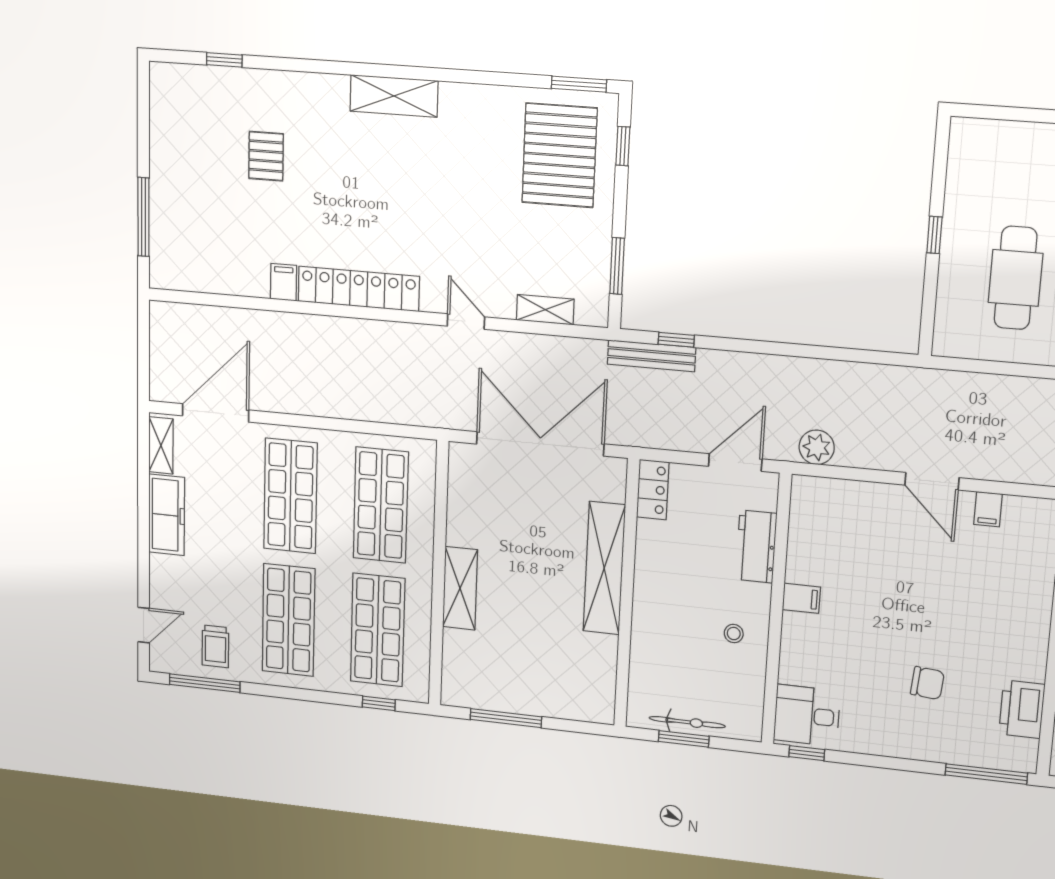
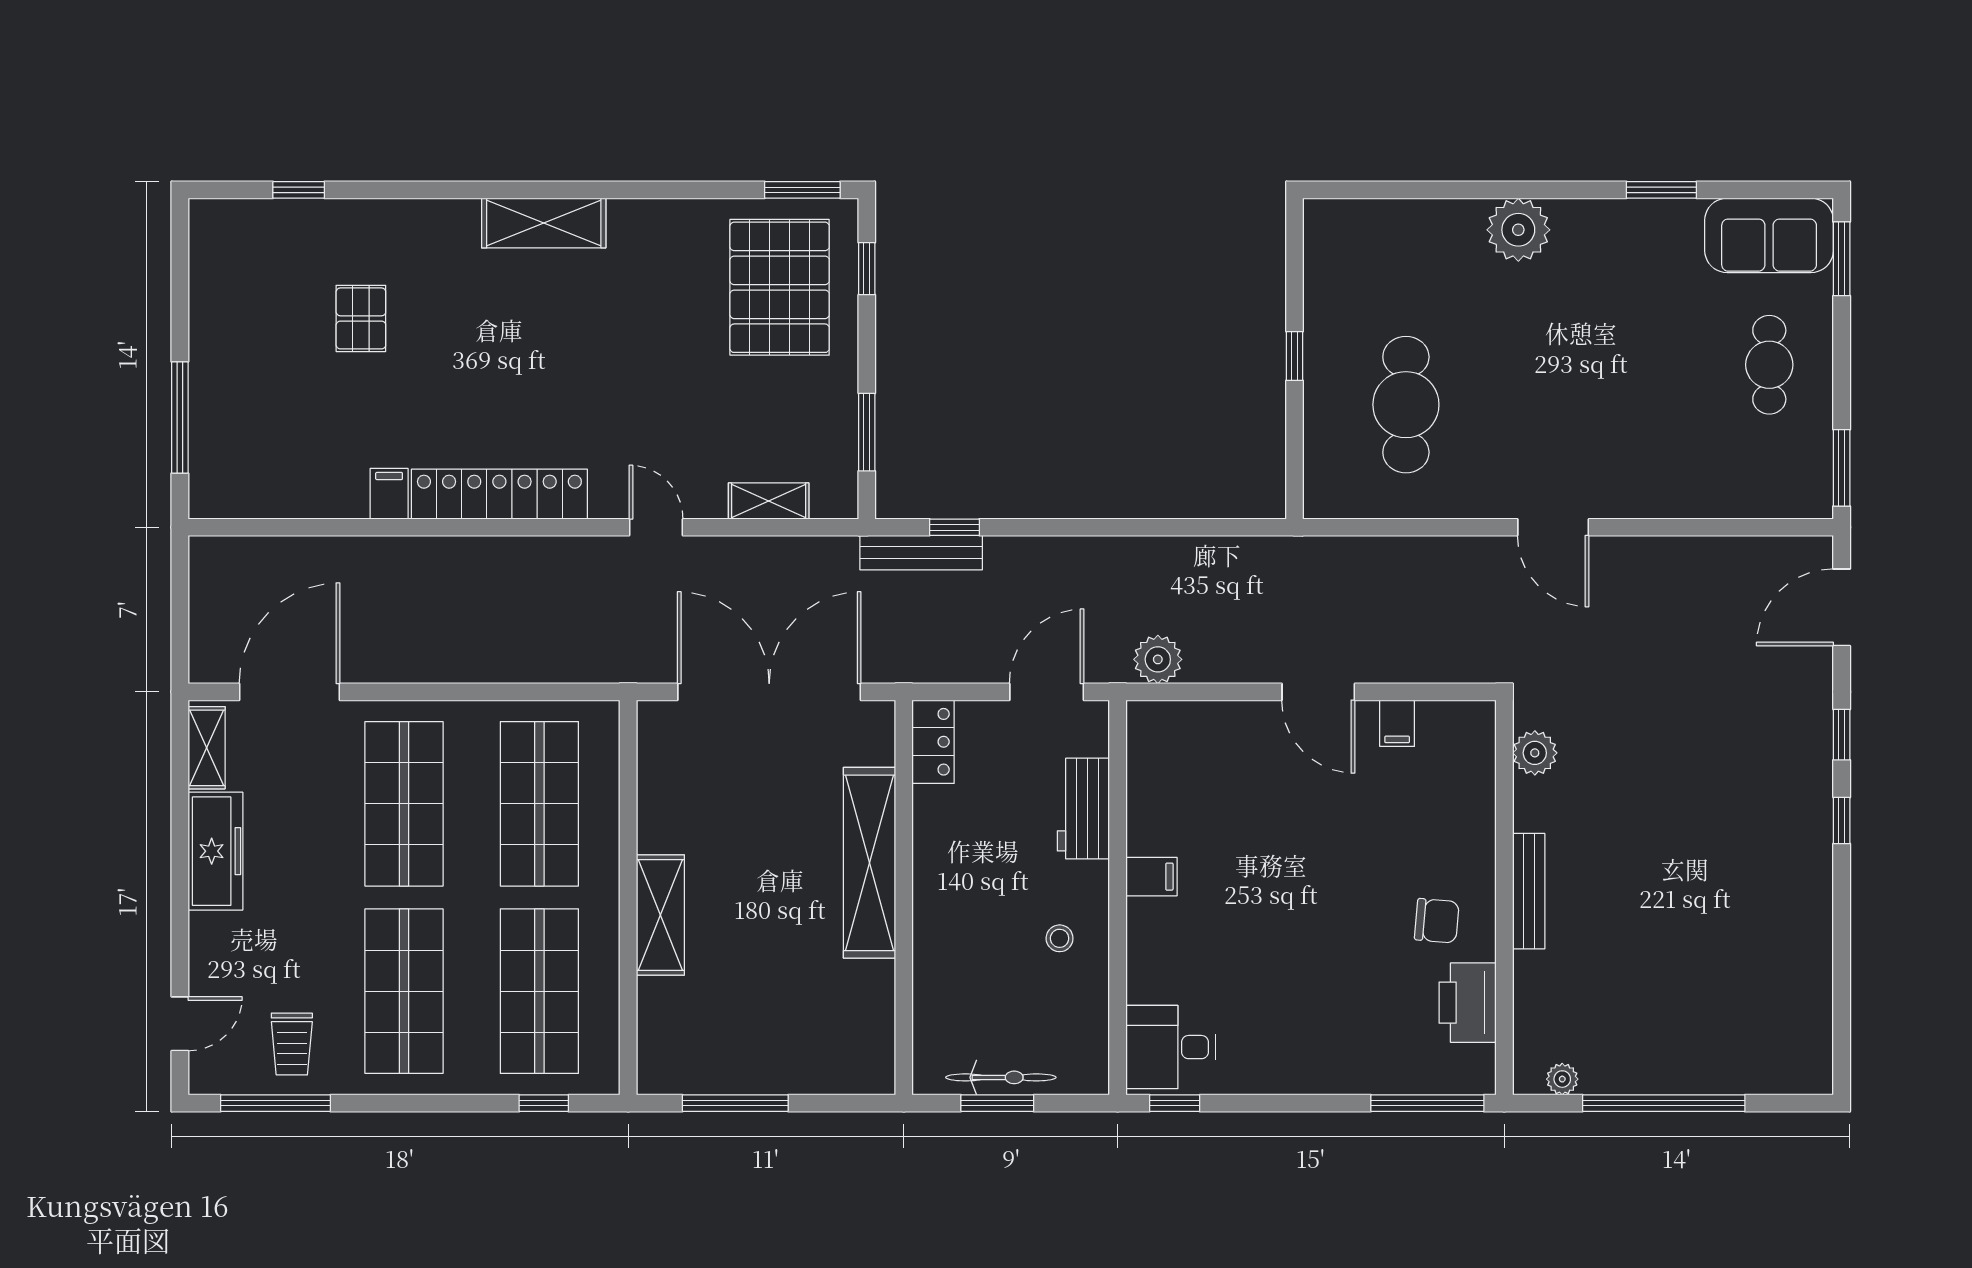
chair: (927, 683) -> (1437, 921), moved

